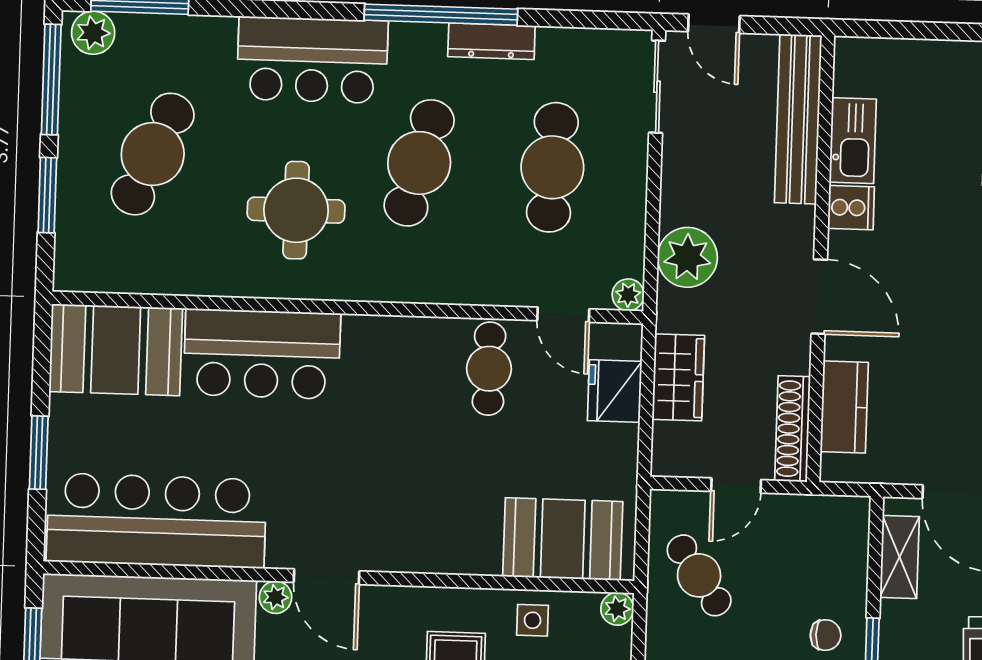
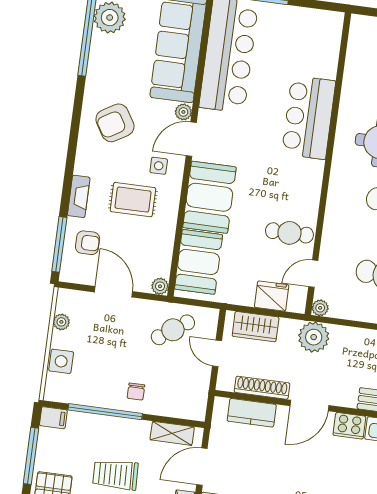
cooker: (851, 208) -> (349, 426), width x1.36
plant: (687, 257) -> (314, 337), moved
booth: (116, 350) -> (209, 197), moved
wardrobe: (678, 377) -> (256, 327), moved
shoe rack: (793, 429) -> (262, 388), moved
side table: (533, 620) -> (159, 166), moved

